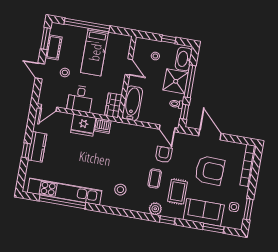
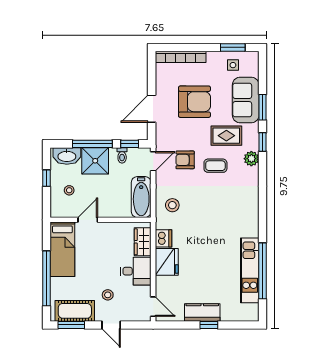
cot: (54, 47) -> (75, 311), width x1.37, depth x1.34
bed: (95, 52) -> (62, 249), moved, turned 90
door: (40, 71) -> (111, 325), hinge flipped
bathtub: (132, 103) -> (141, 197), moved, turned -90
wardrobe: (113, 105) -> (143, 242), moved, turned 90
armchair: (210, 170) -> (194, 102), turned 88
stool: (120, 190) -> (172, 205), moved
kitchen unit: (65, 192) -> (250, 270), width x0.73
window: (213, 228) -> (263, 107), moved

